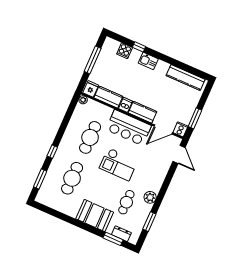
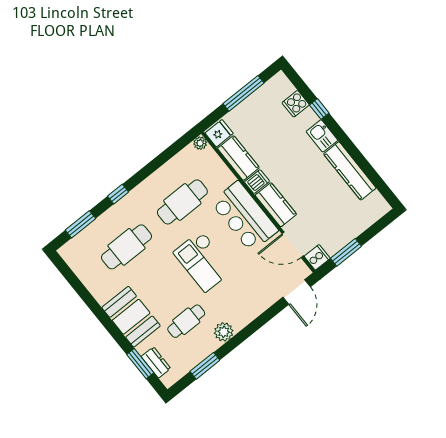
kitchen counter: (186, 78) -> (350, 171), moved

